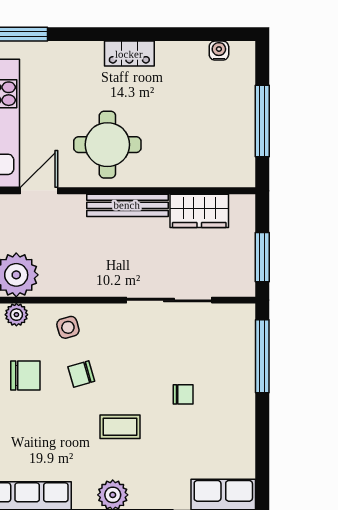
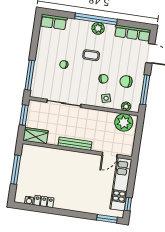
locker: (129, 54) -> (44, 201), moved
round table: (107, 145) -> (79, 169), removed
wardrobe: (199, 211) -> (36, 136), moved

